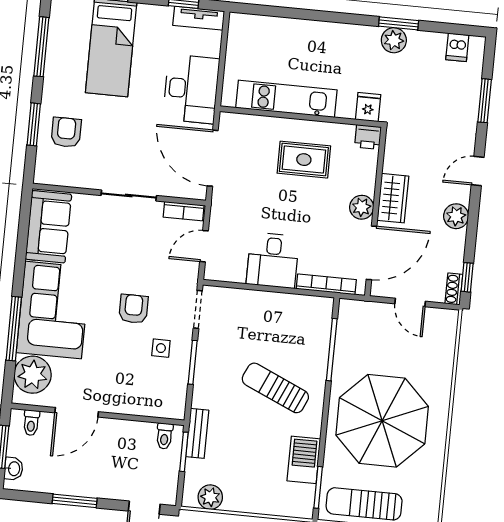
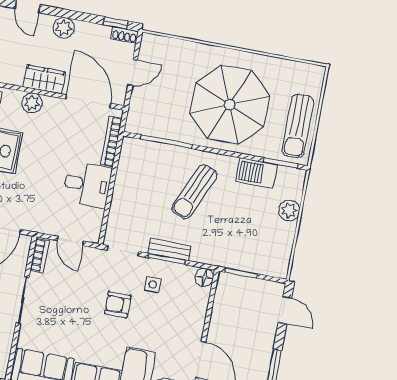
plant: (362, 207) -> (32, 103), moved
floor lamp: (175, 409) -> (204, 277), added
bench: (197, 433) -> (170, 250), moved
toilet: (164, 436) -> (226, 288), removed
plant: (210, 497) -> (289, 210), moved

